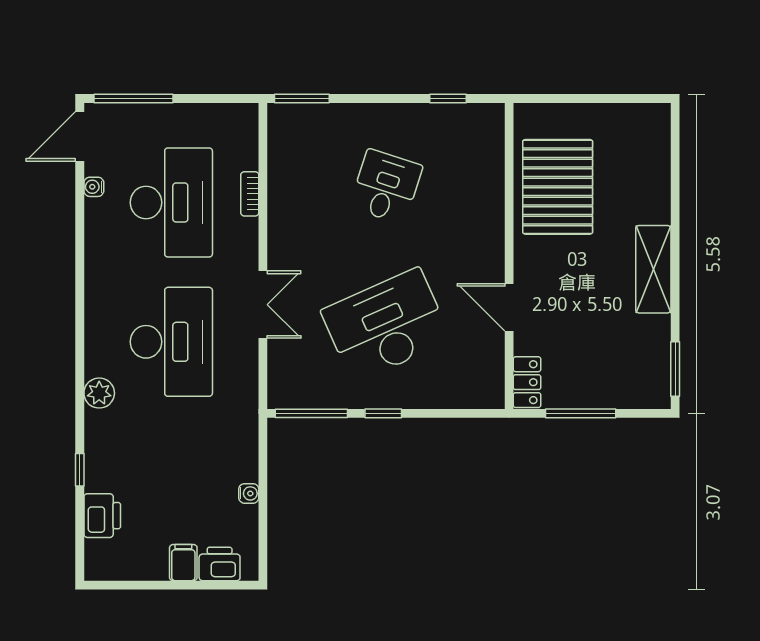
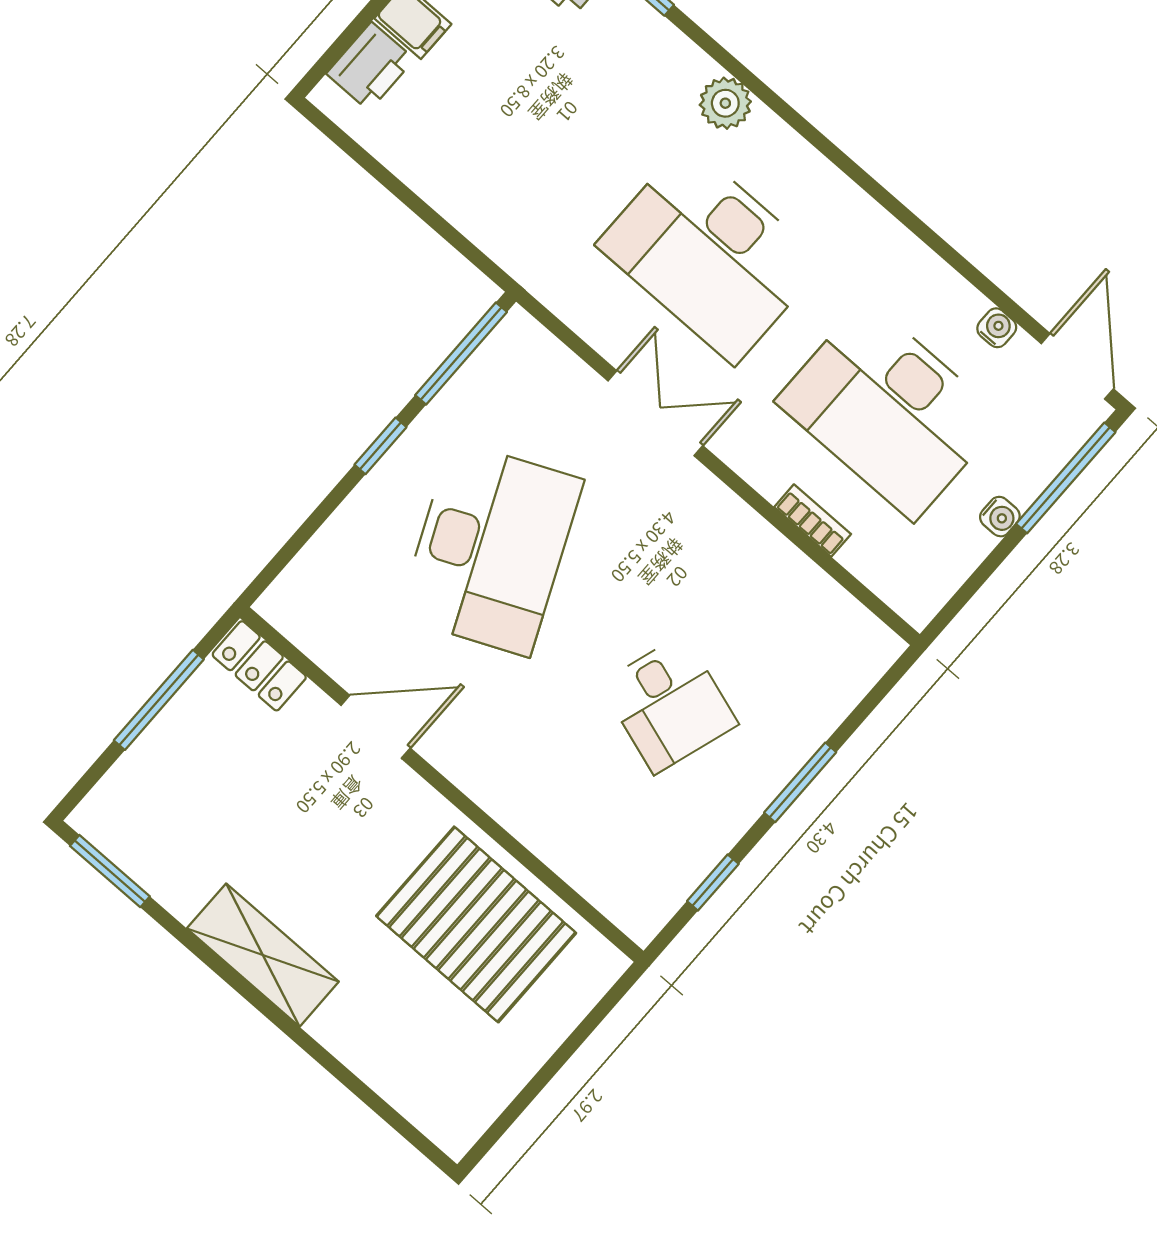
window: (302, 99) -> (800, 782), moved
double door: (263, 305) -> (655, 413), swing flipped
water cooler: (249, 493) -> (1000, 517), moved, turned -90

